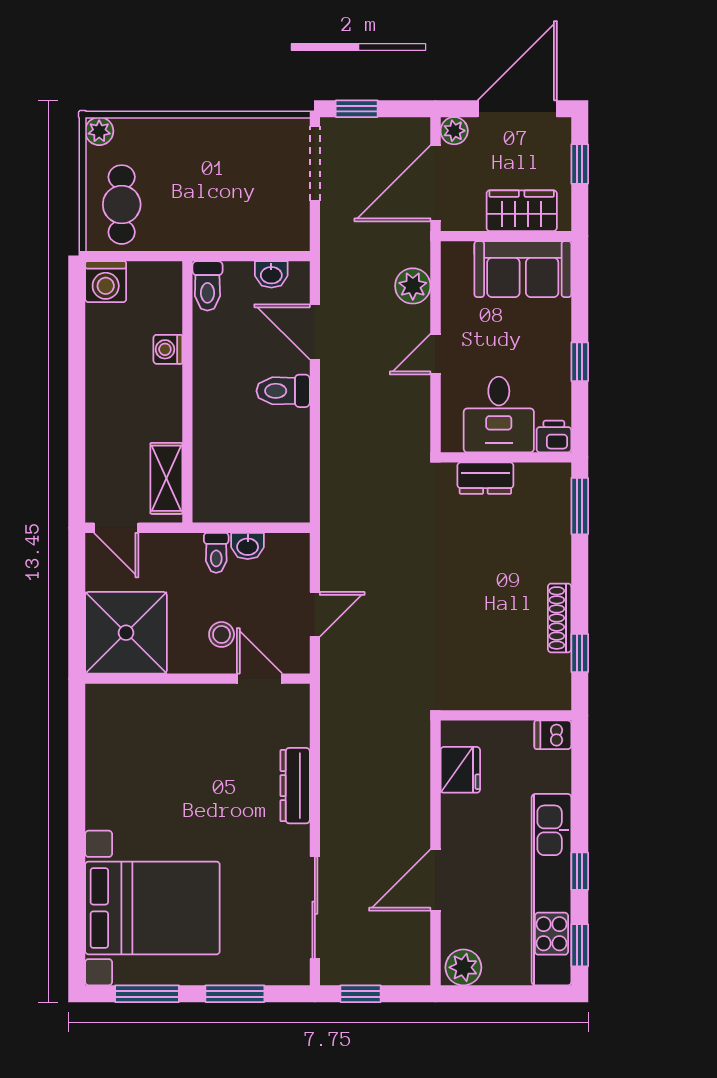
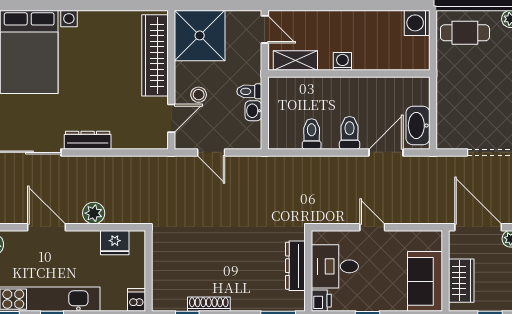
washbasin: (271, 274) -> (418, 125), width x1.91, depth x1.45
toilet: (207, 286) -> (312, 134), moved, turned 90
plant: (413, 286) -> (94, 213), moved
washing machine: (168, 349) -> (342, 61), moved
dresser: (485, 478) -> (295, 266), width x1.44
door: (116, 528) -> (265, 29), swing flipped
wardrobe: (158, 705) -> (155, 55), added
dresser: (295, 786) -> (88, 140), moved

